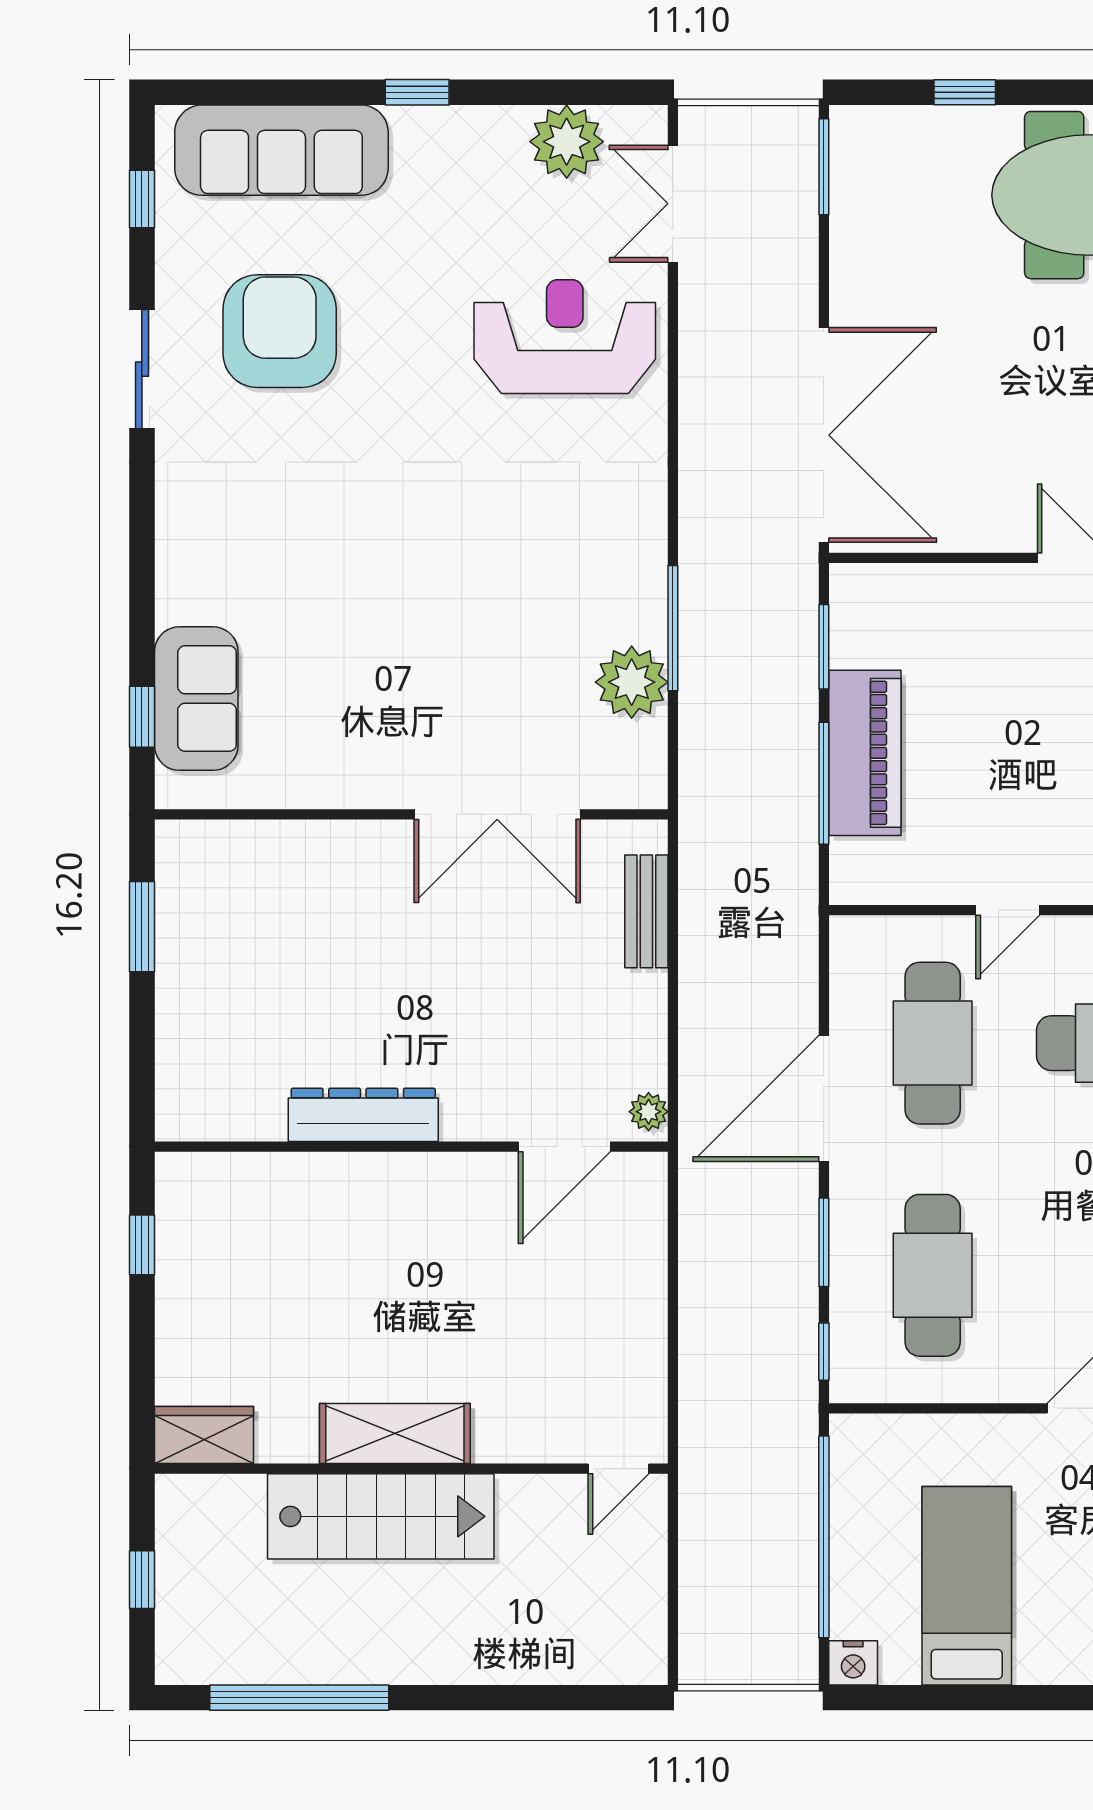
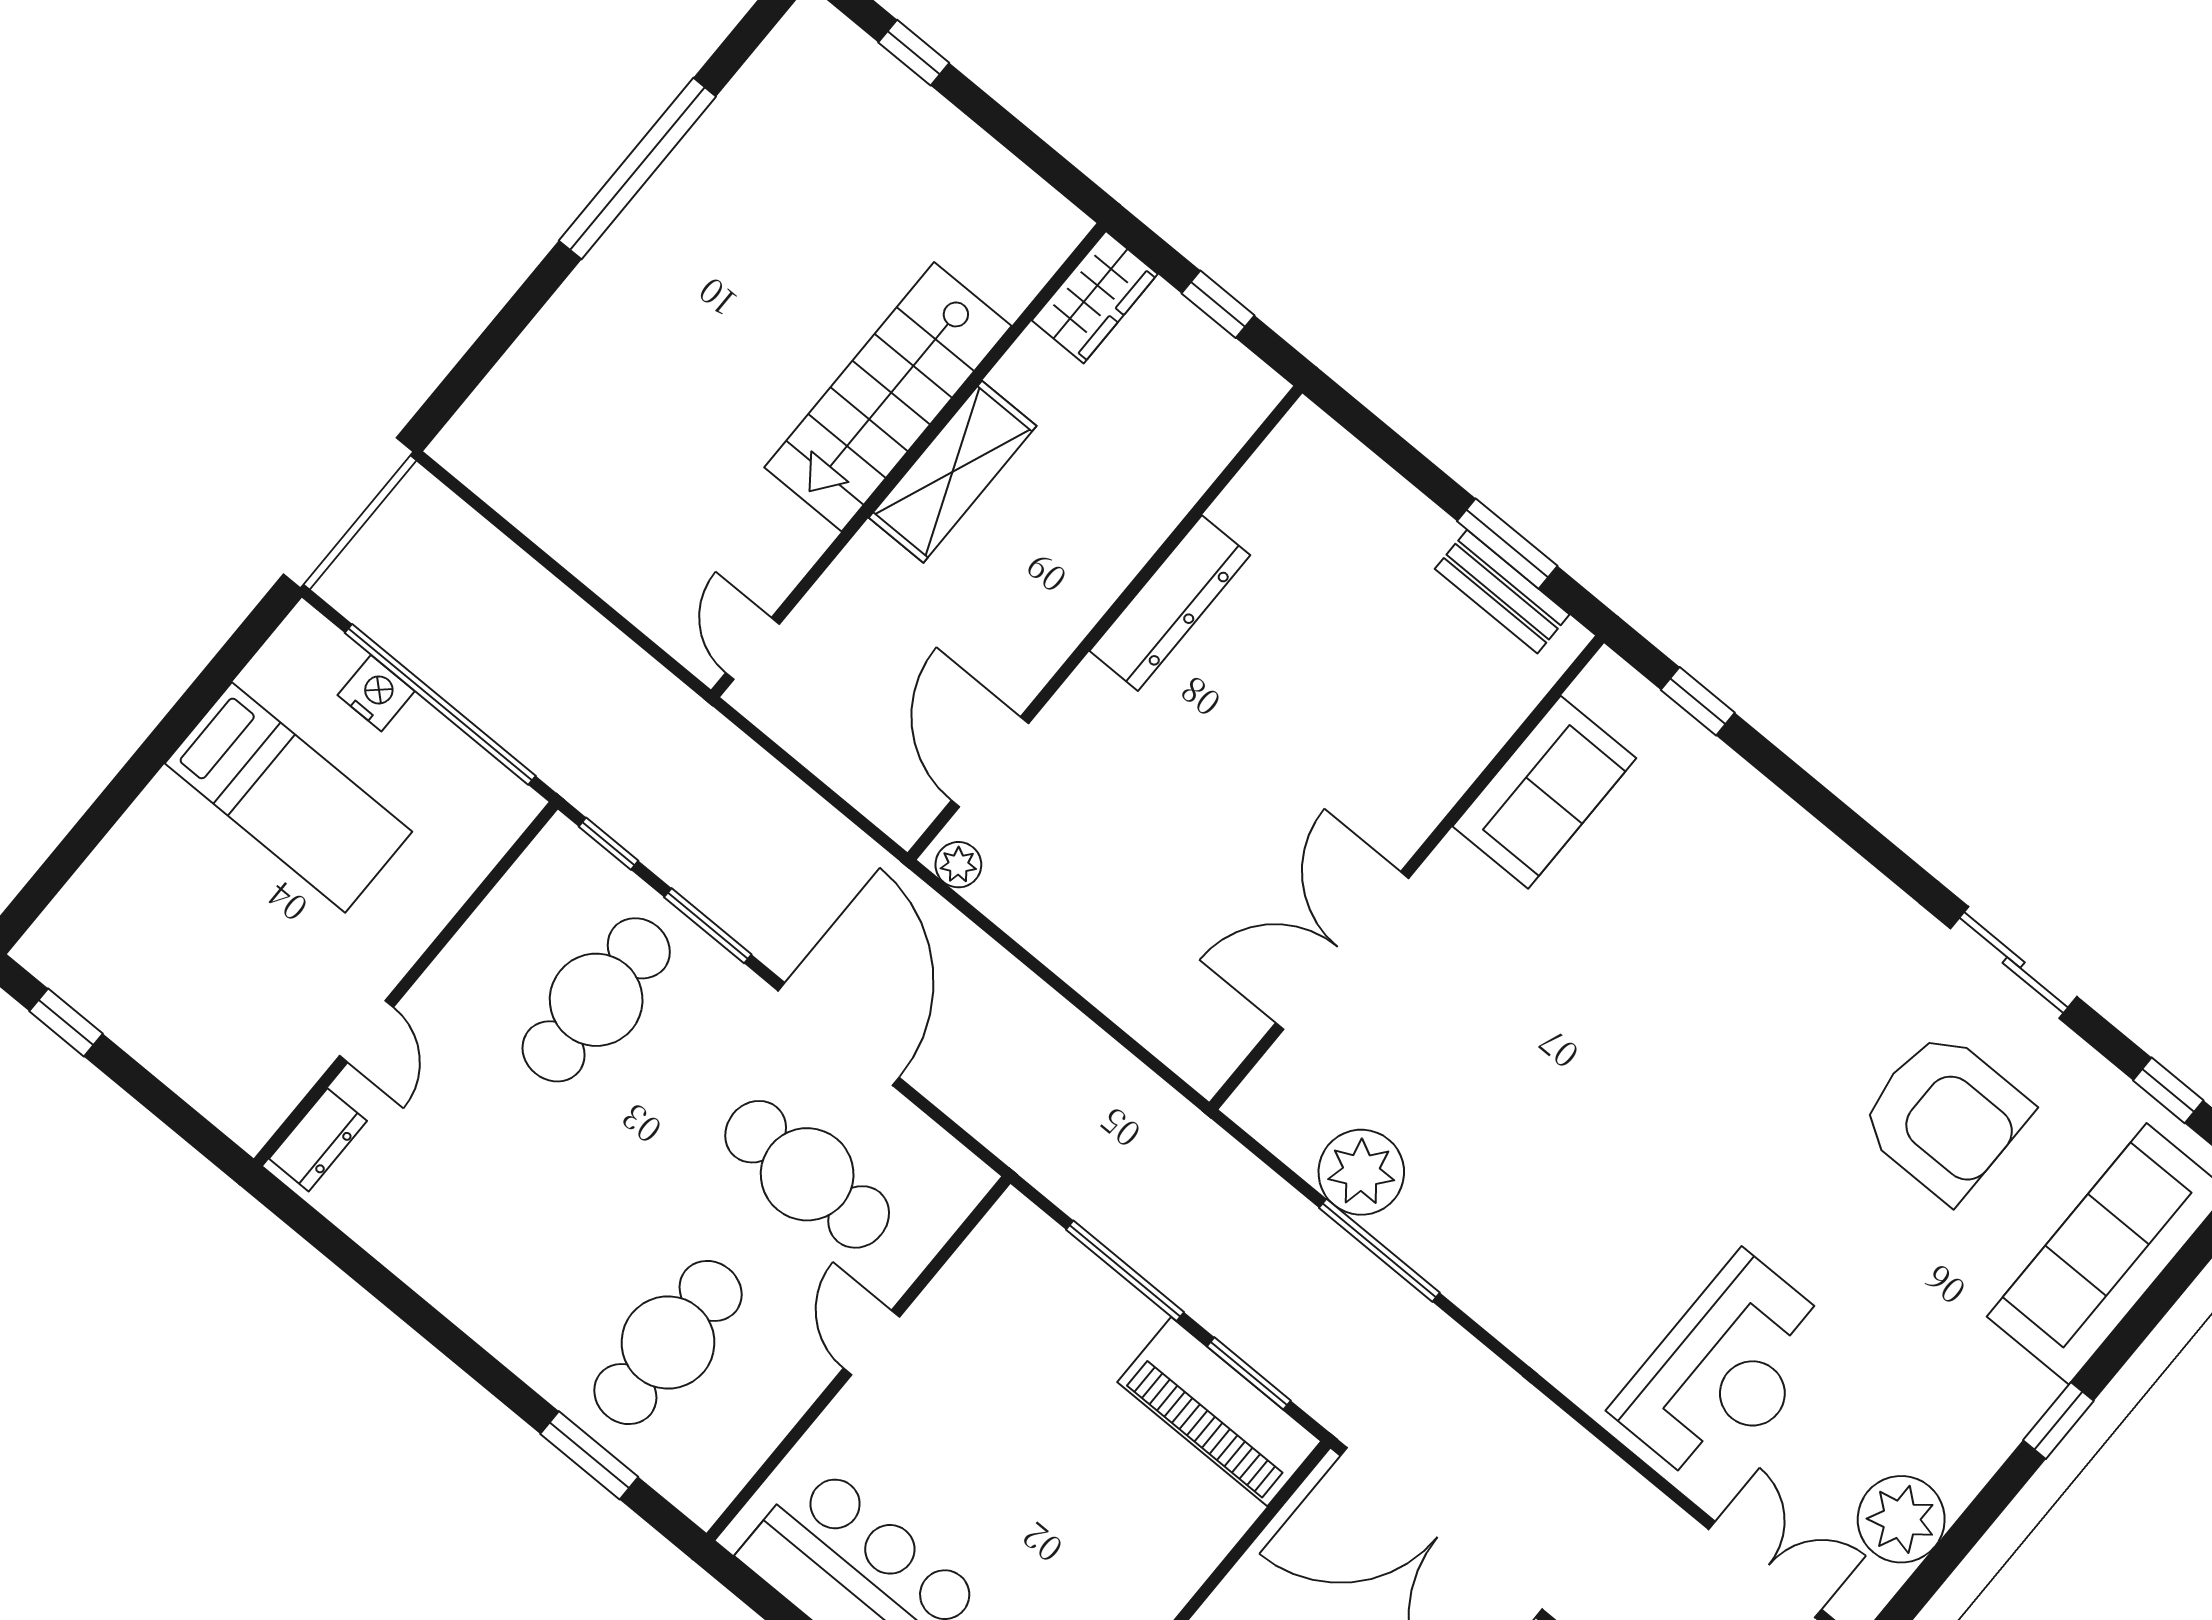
sofa: (196, 699) -> (1544, 792), moved, turned -90
piano: (865, 753) -> (1219, 1412), moved
bench: (646, 911) -> (1502, 592), moved
cafe table: (933, 1275) -> (596, 1000), turned 90
shelving: (395, 1434) -> (953, 472), moved
wardrobe: (204, 1435) -> (1095, 297), moved
wall: (411, 1469) -> (908, 460), moved
door: (619, 1469) -> (753, 649), moved
stairs: (381, 1516) -> (888, 397), moved
nightstand: (853, 1663) -> (376, 693), moved, turned 90
window: (299, 1698) -> (637, 169), moved

